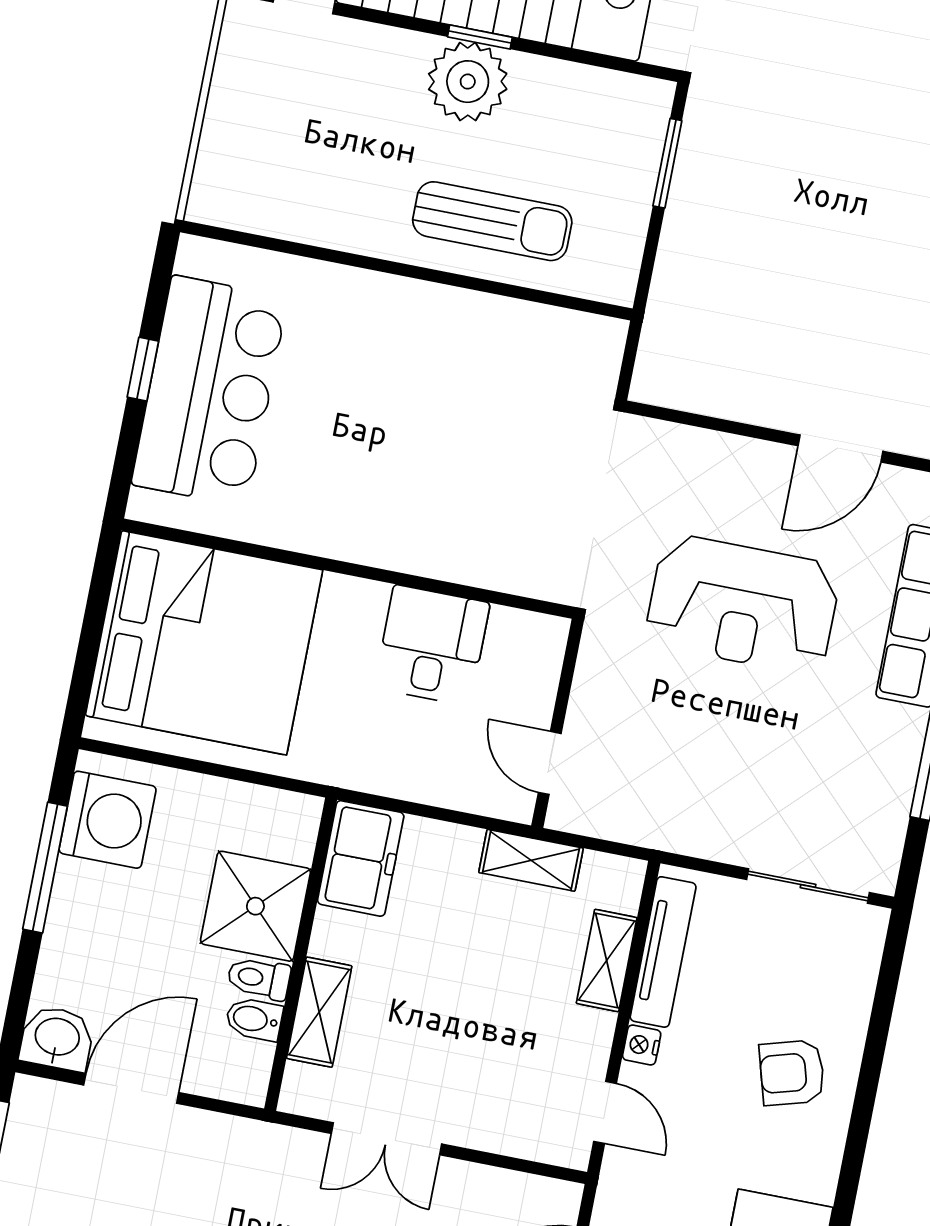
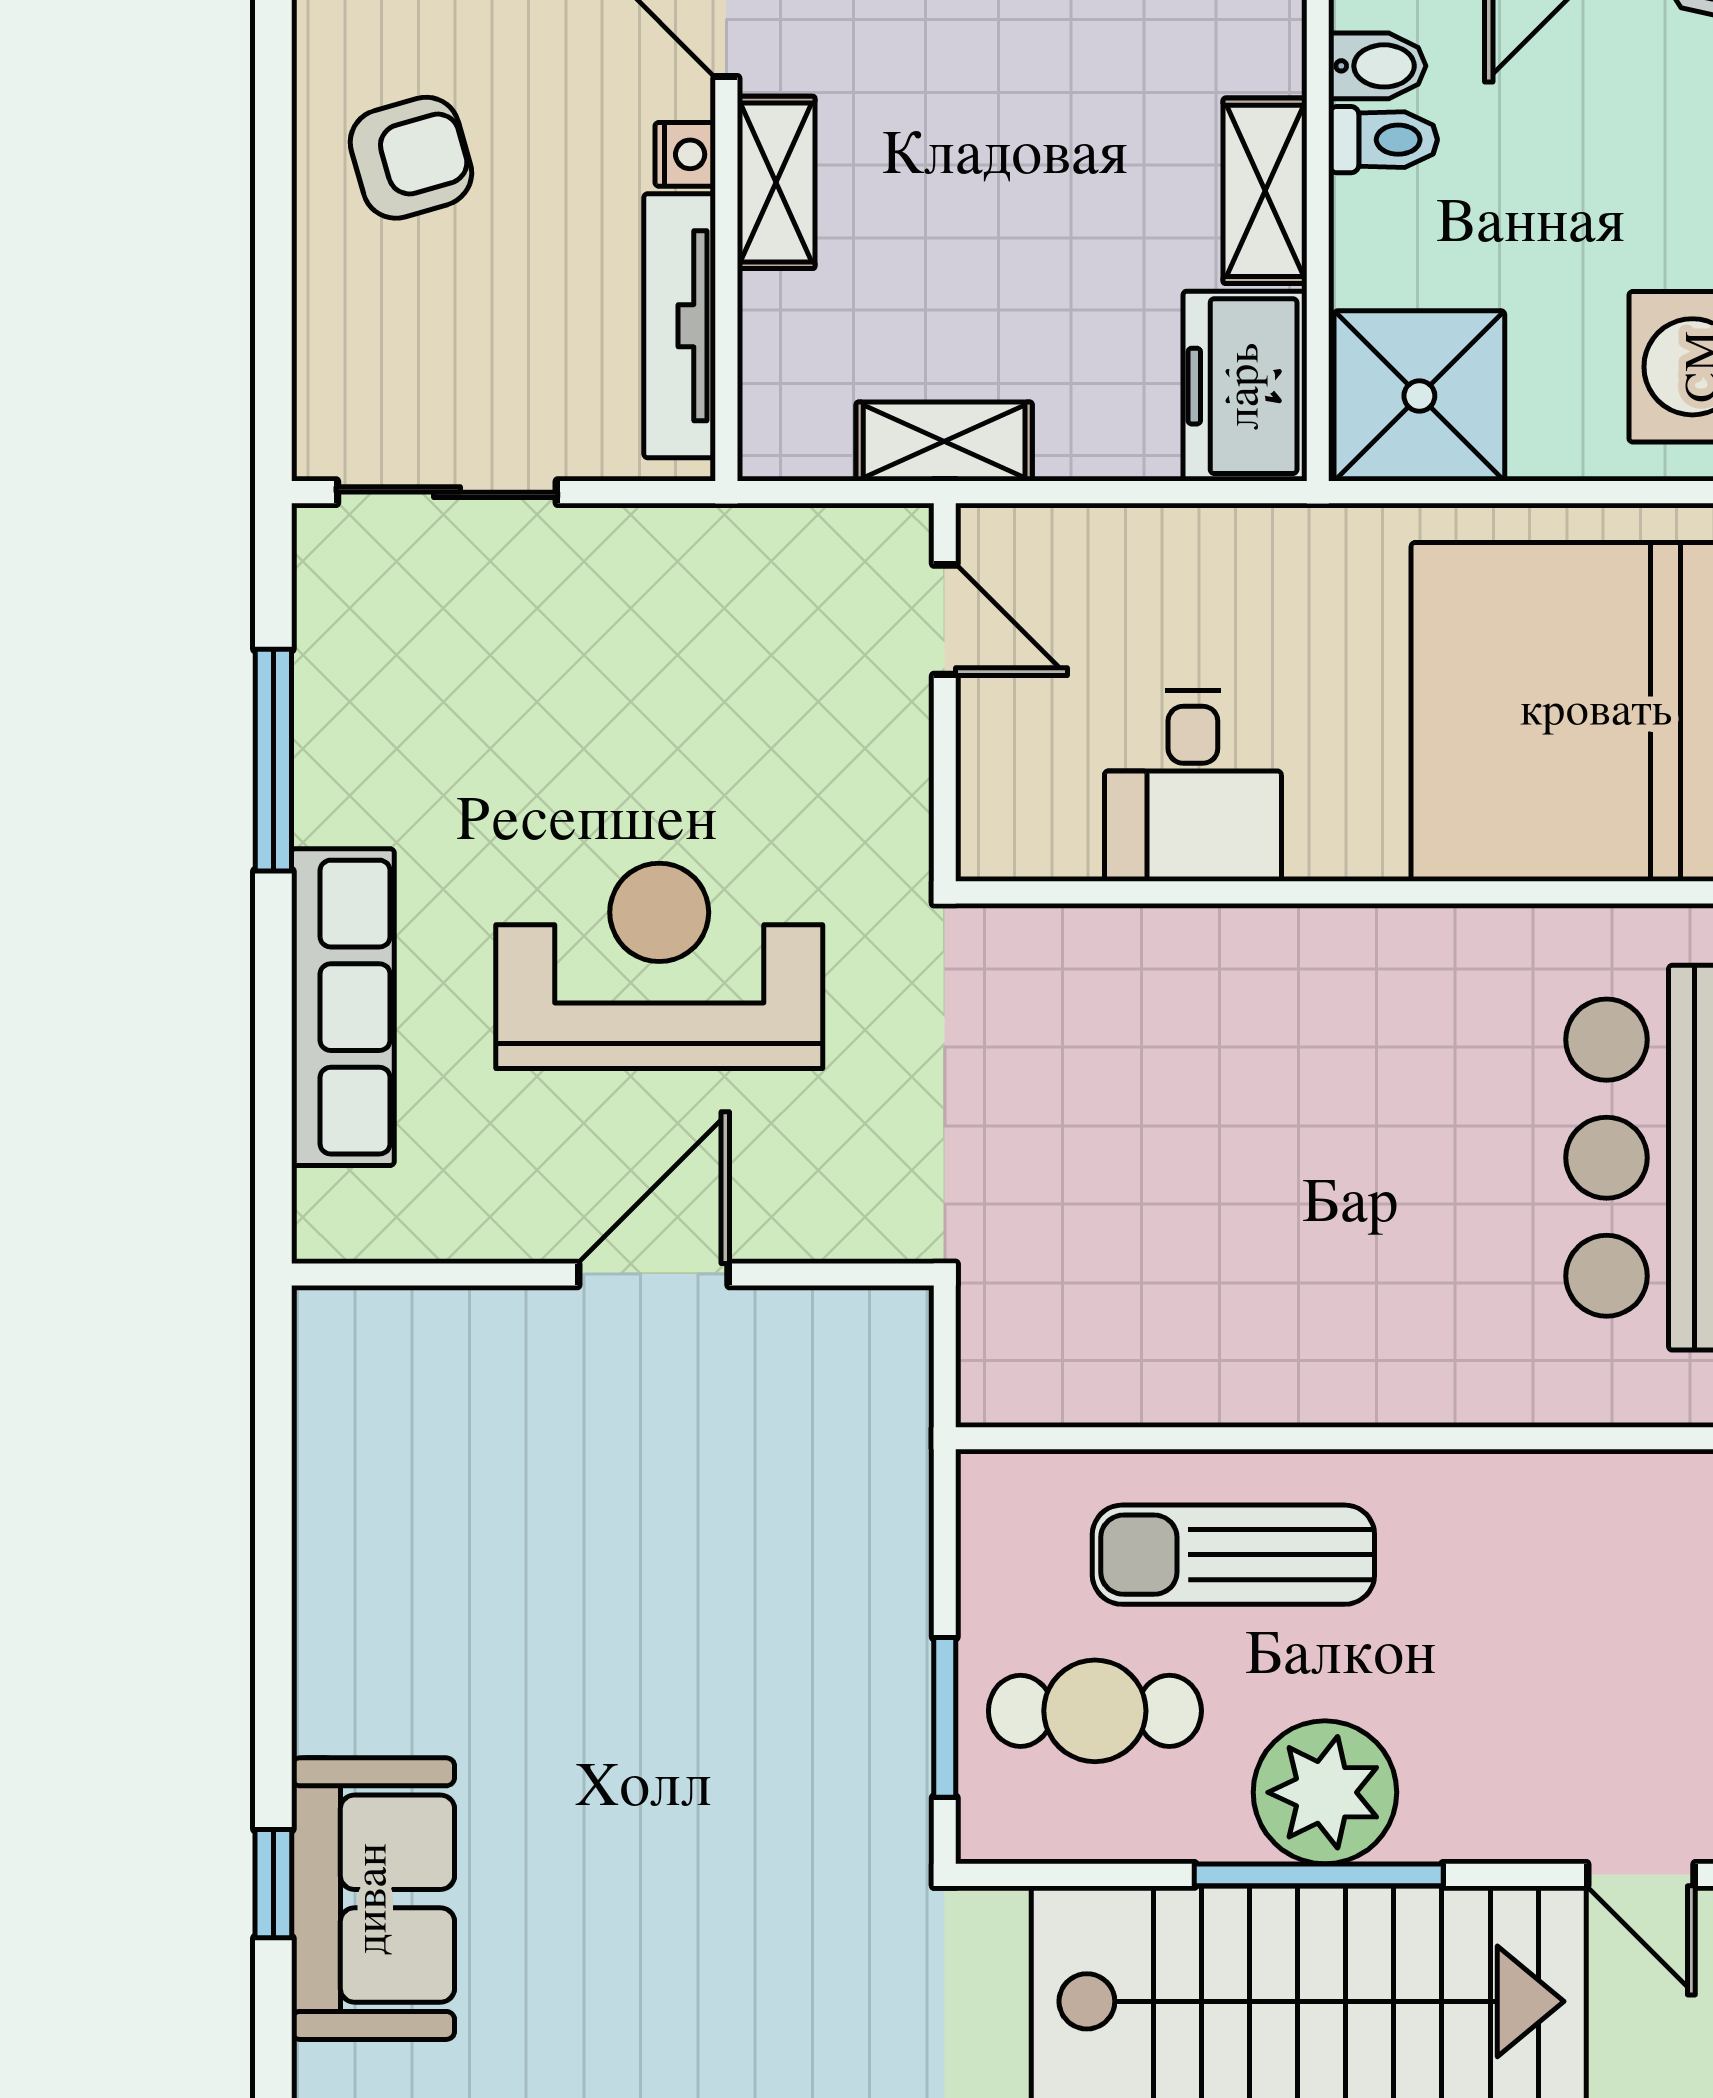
window: (480, 37) -> (1319, 1875), width x2.17
cafe table: (585, 151) -> (1095, 1711), added
door: (841, 448) -> (653, 1274), moved
shower: (255, 906) -> (1419, 396), moved
shelving: (607, 960) -> (776, 182), moved
shelving: (319, 1012) -> (1265, 191), moved

